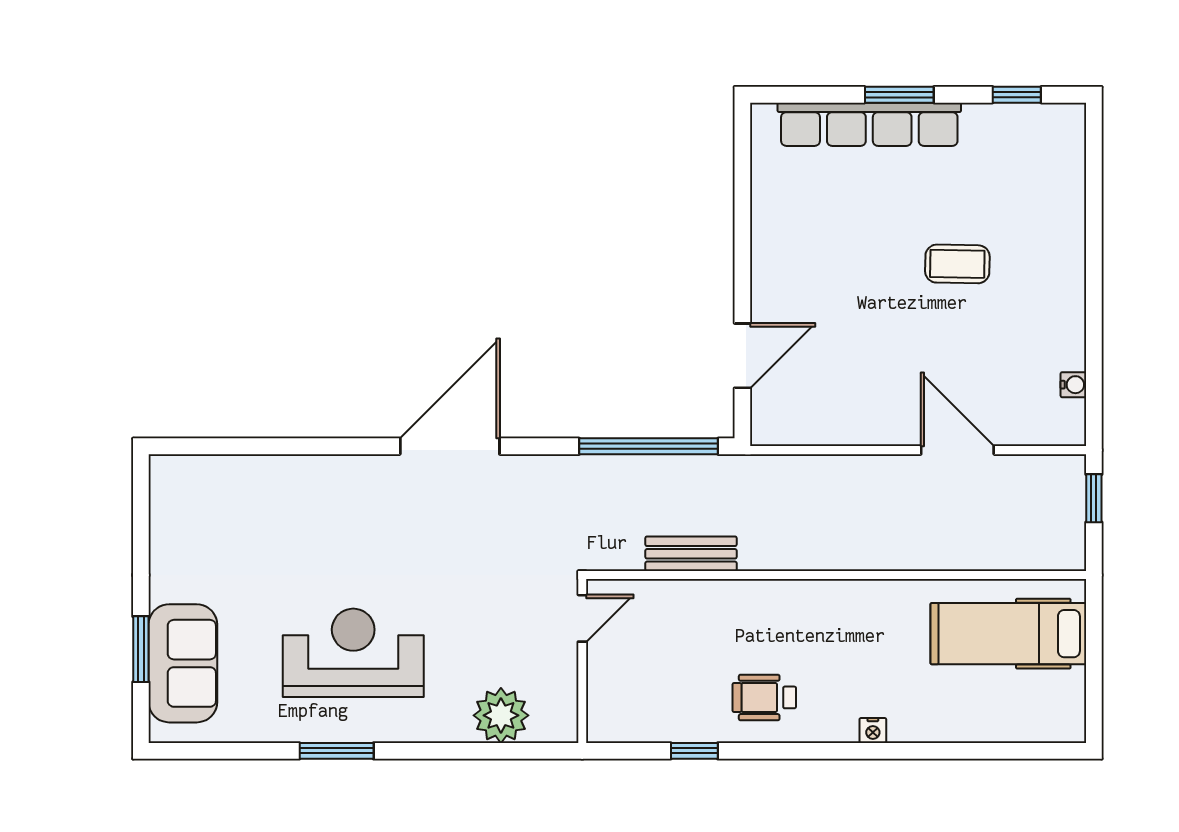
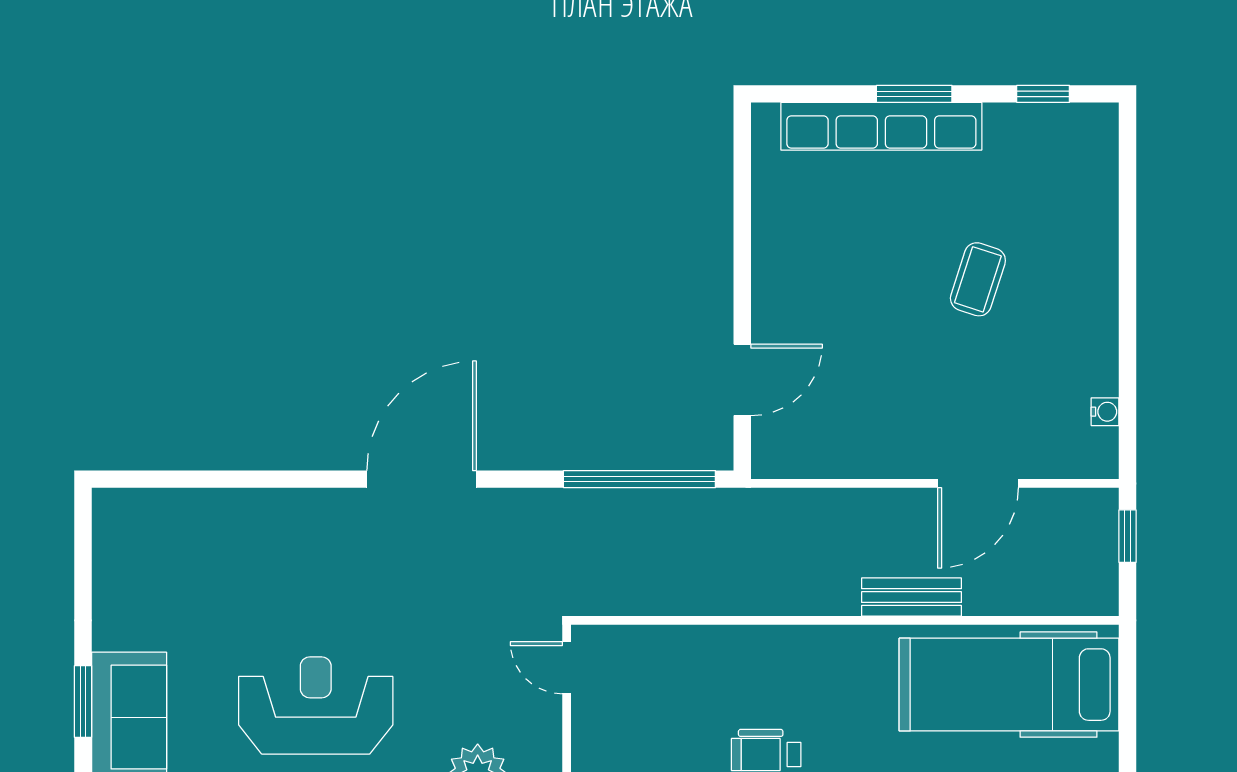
coffee table: (957, 264) -> (978, 279), turned -73
door: (957, 450) -> (978, 483), swing flipped
bench: (691, 554) -> (912, 597), moved
door: (582, 618) -> (567, 668), swing flipped
hospital bed: (1008, 634) -> (1009, 685), width x1.37, depth x1.29

